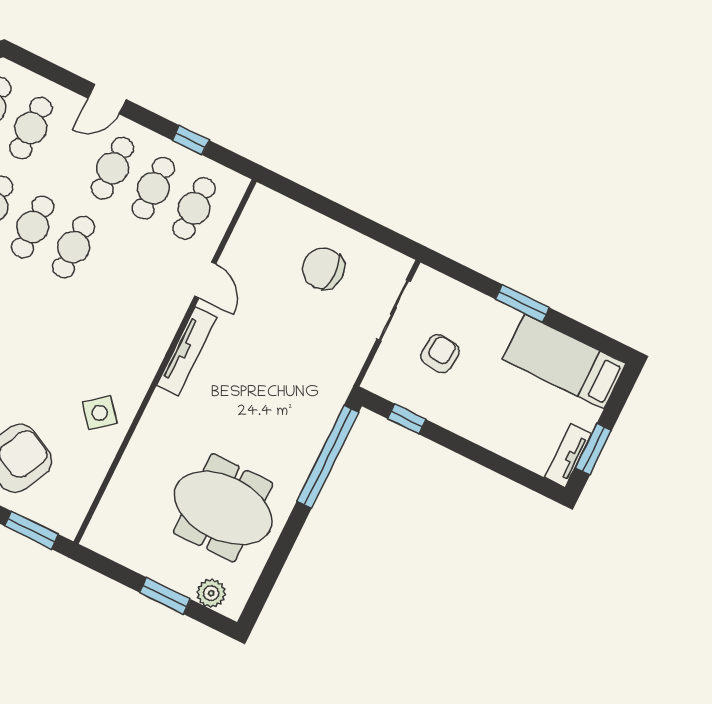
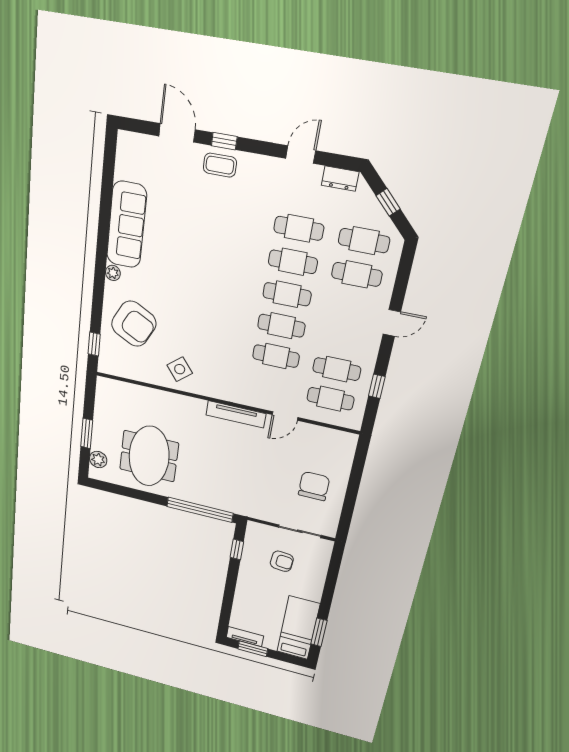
door: (107, 99) -> (392, 323), swing flipped
cafe table: (112, 168) -> (276, 356), moved
window: (522, 303) -> (319, 632), moved
window: (31, 530) -> (94, 344), width x0.67

